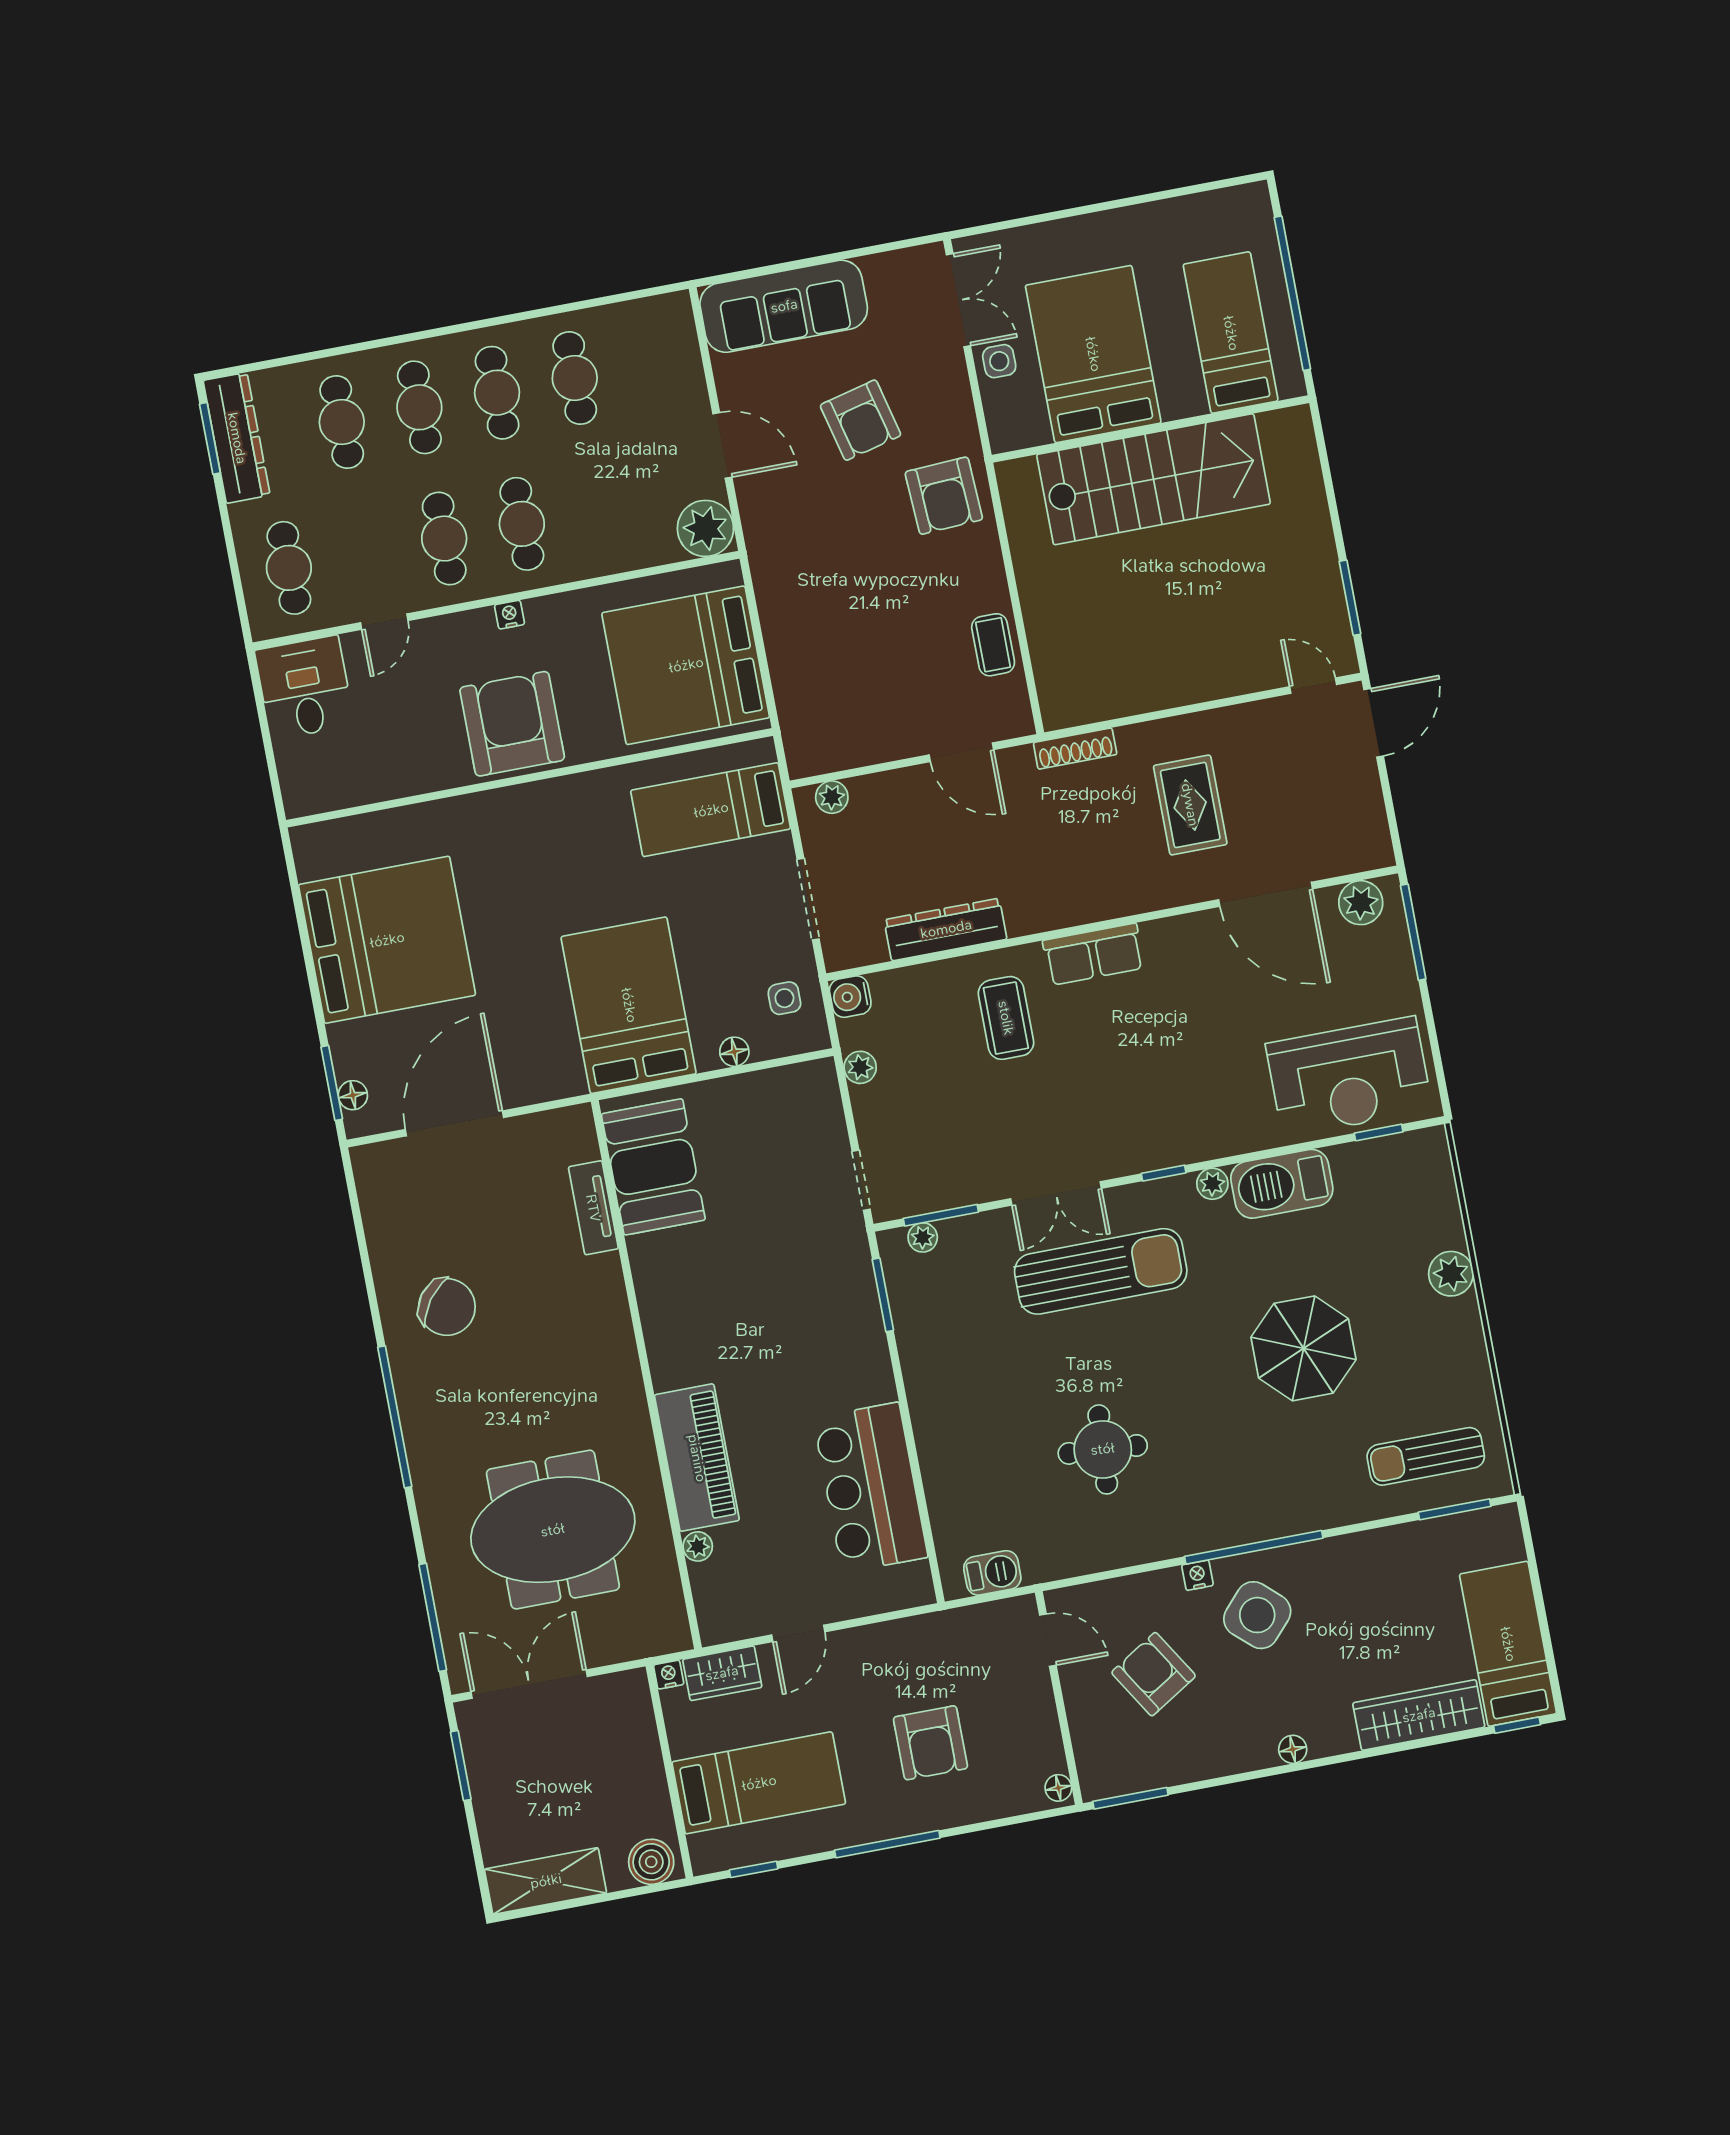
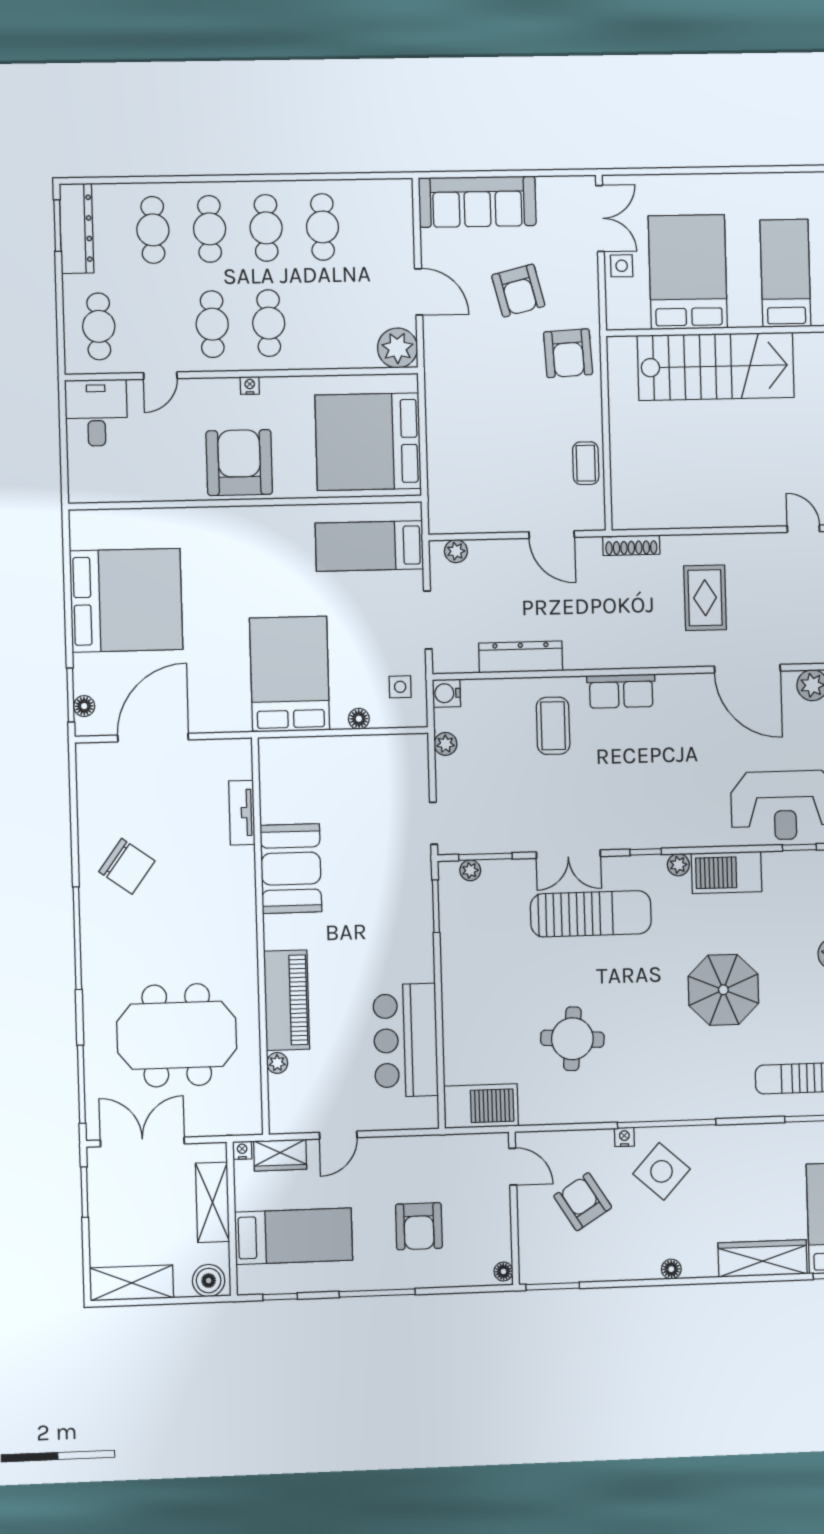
booth: (653, 1167) -> (291, 869), moved
barbecue: (992, 1573) -> (481, 1106), width x1.88, depth x1.53
shelving: (639, 1753) -> (213, 1202), added

